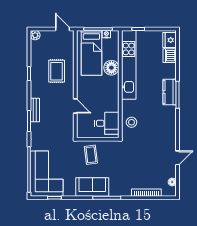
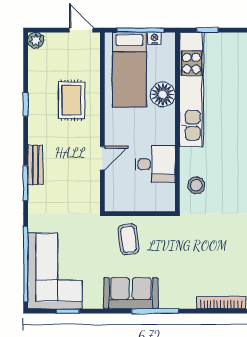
door: (75, 106) -> (102, 158), hinge flipped
desk: (107, 123) -> (155, 164), moved

